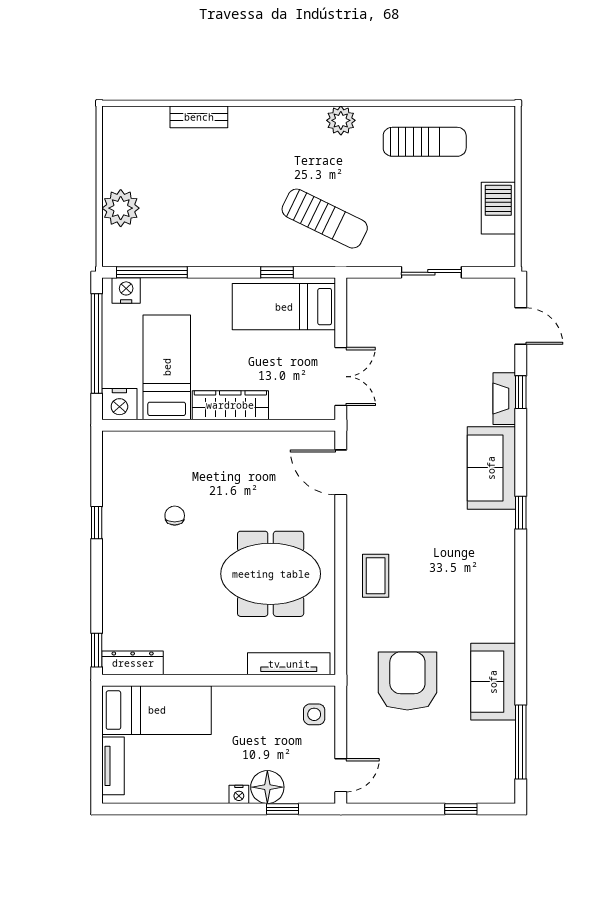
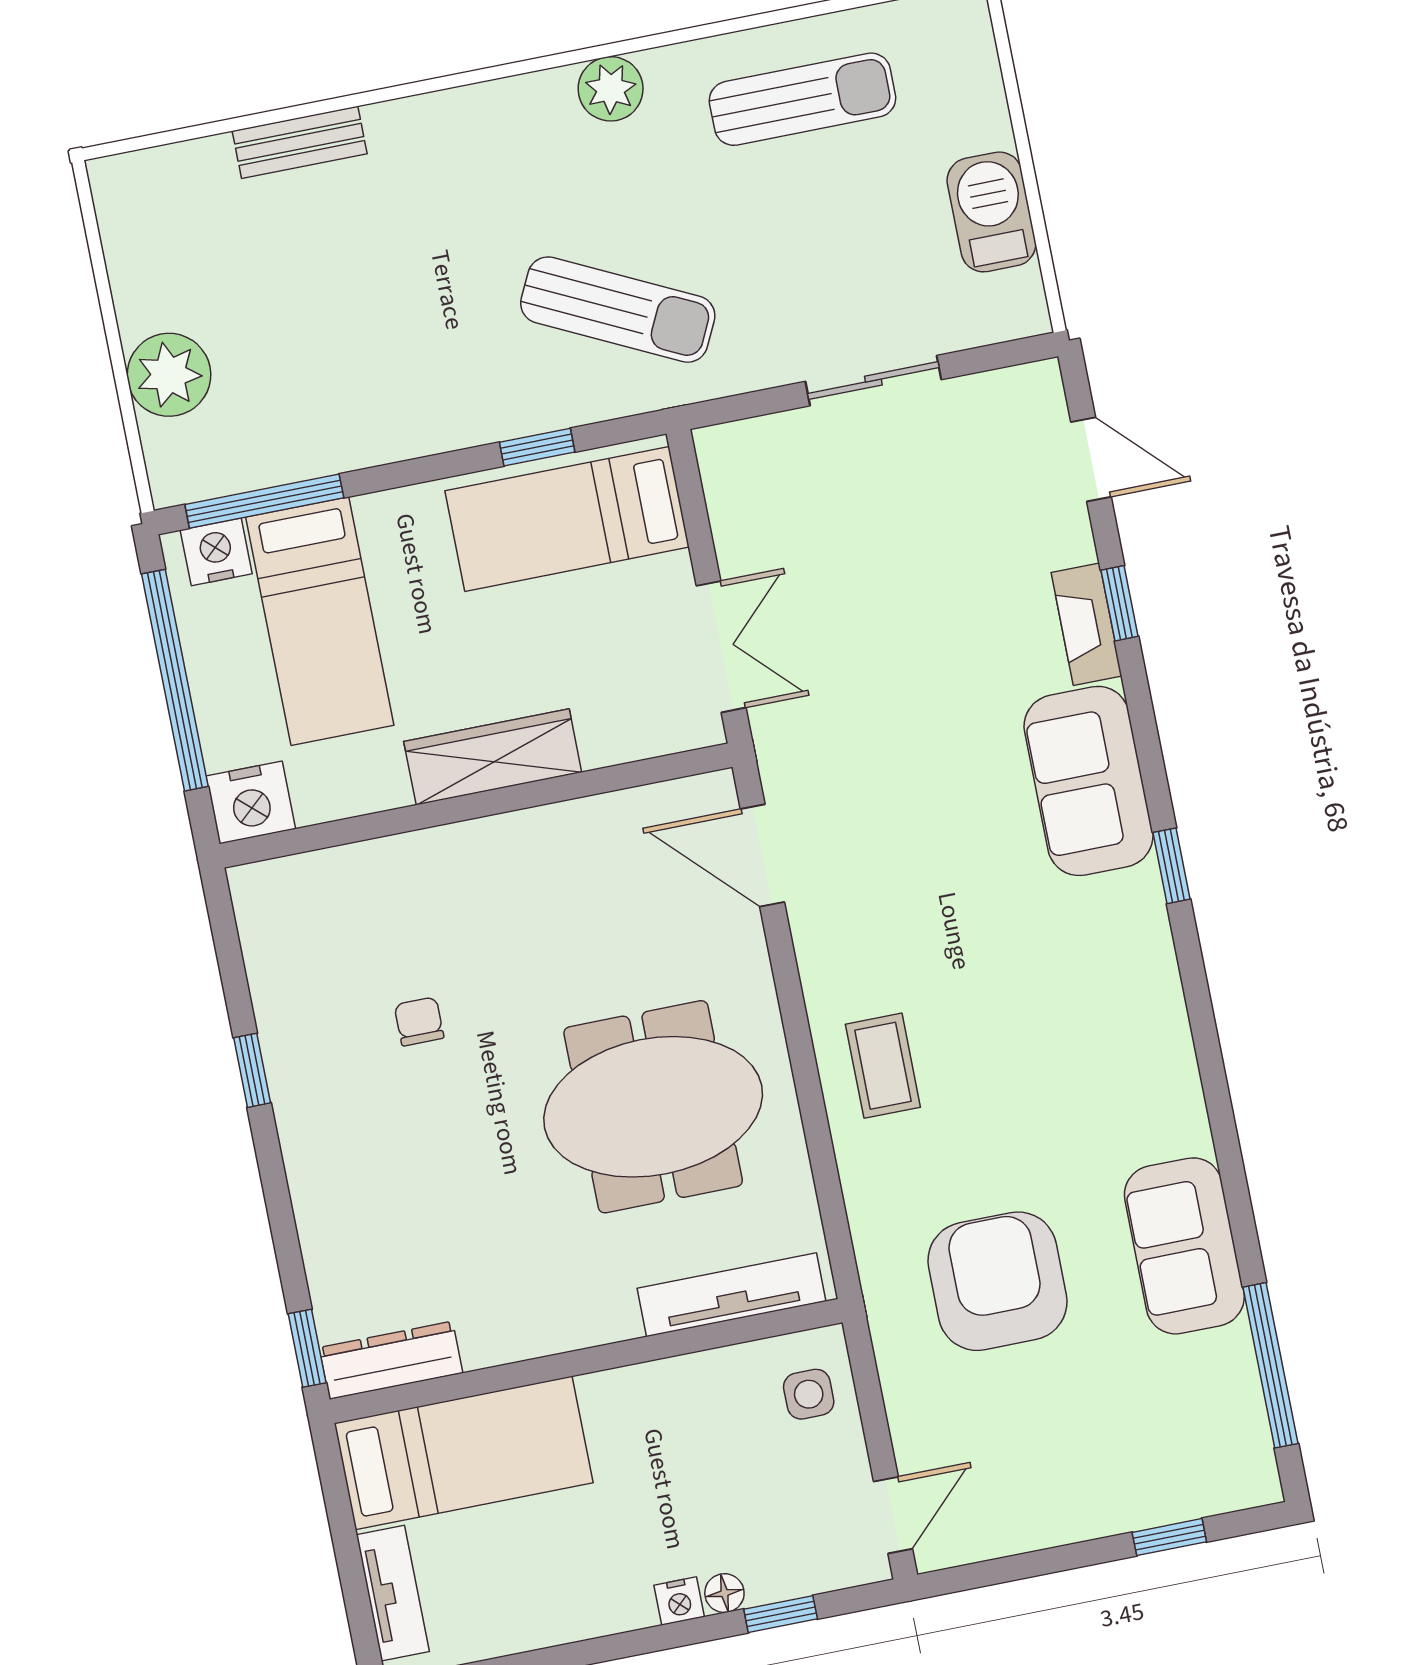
bed: (167, 367) -> (320, 621), moved, turned 180
floor lamp: (267, 787) -> (724, 1593), width x0.53, depth x0.53

